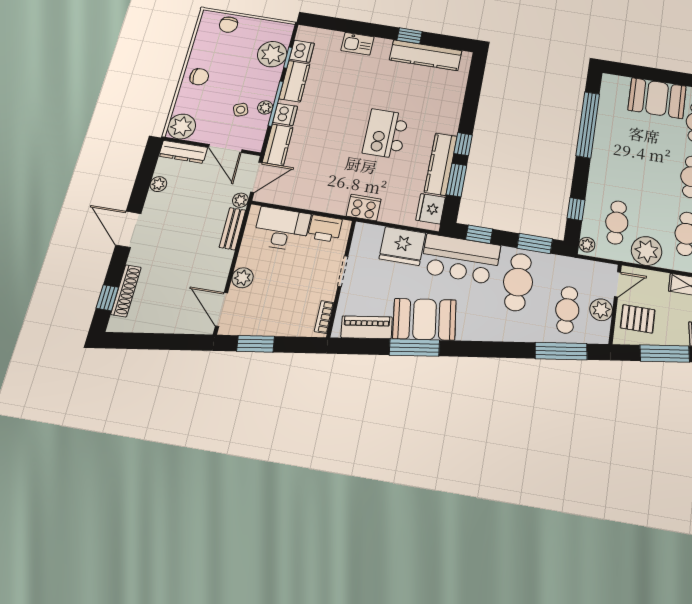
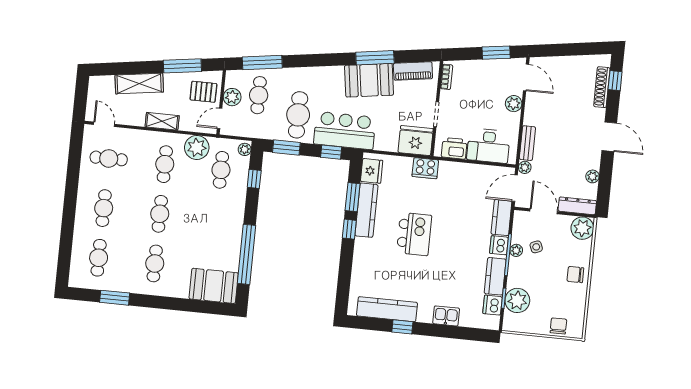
booth: (657, 98) -> (214, 286), moved
fridge: (402, 246) -> (416, 141), moved

